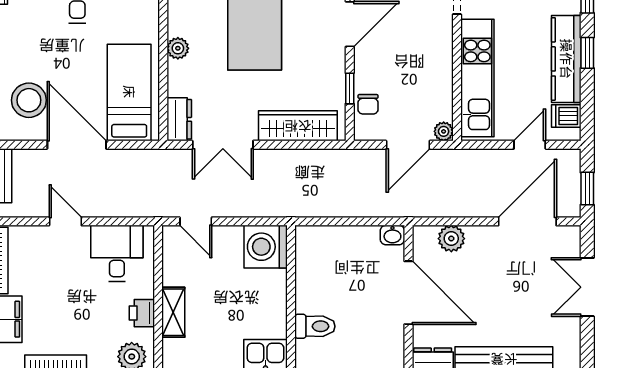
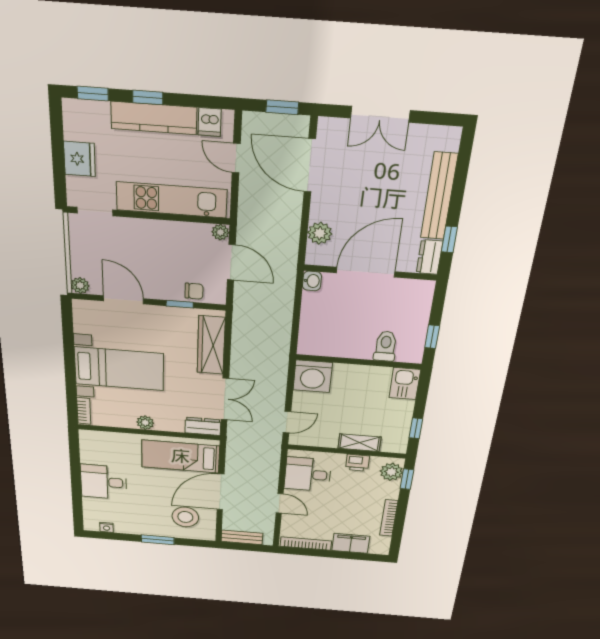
door: (65, 221) -> (280, 503), swing flipped

